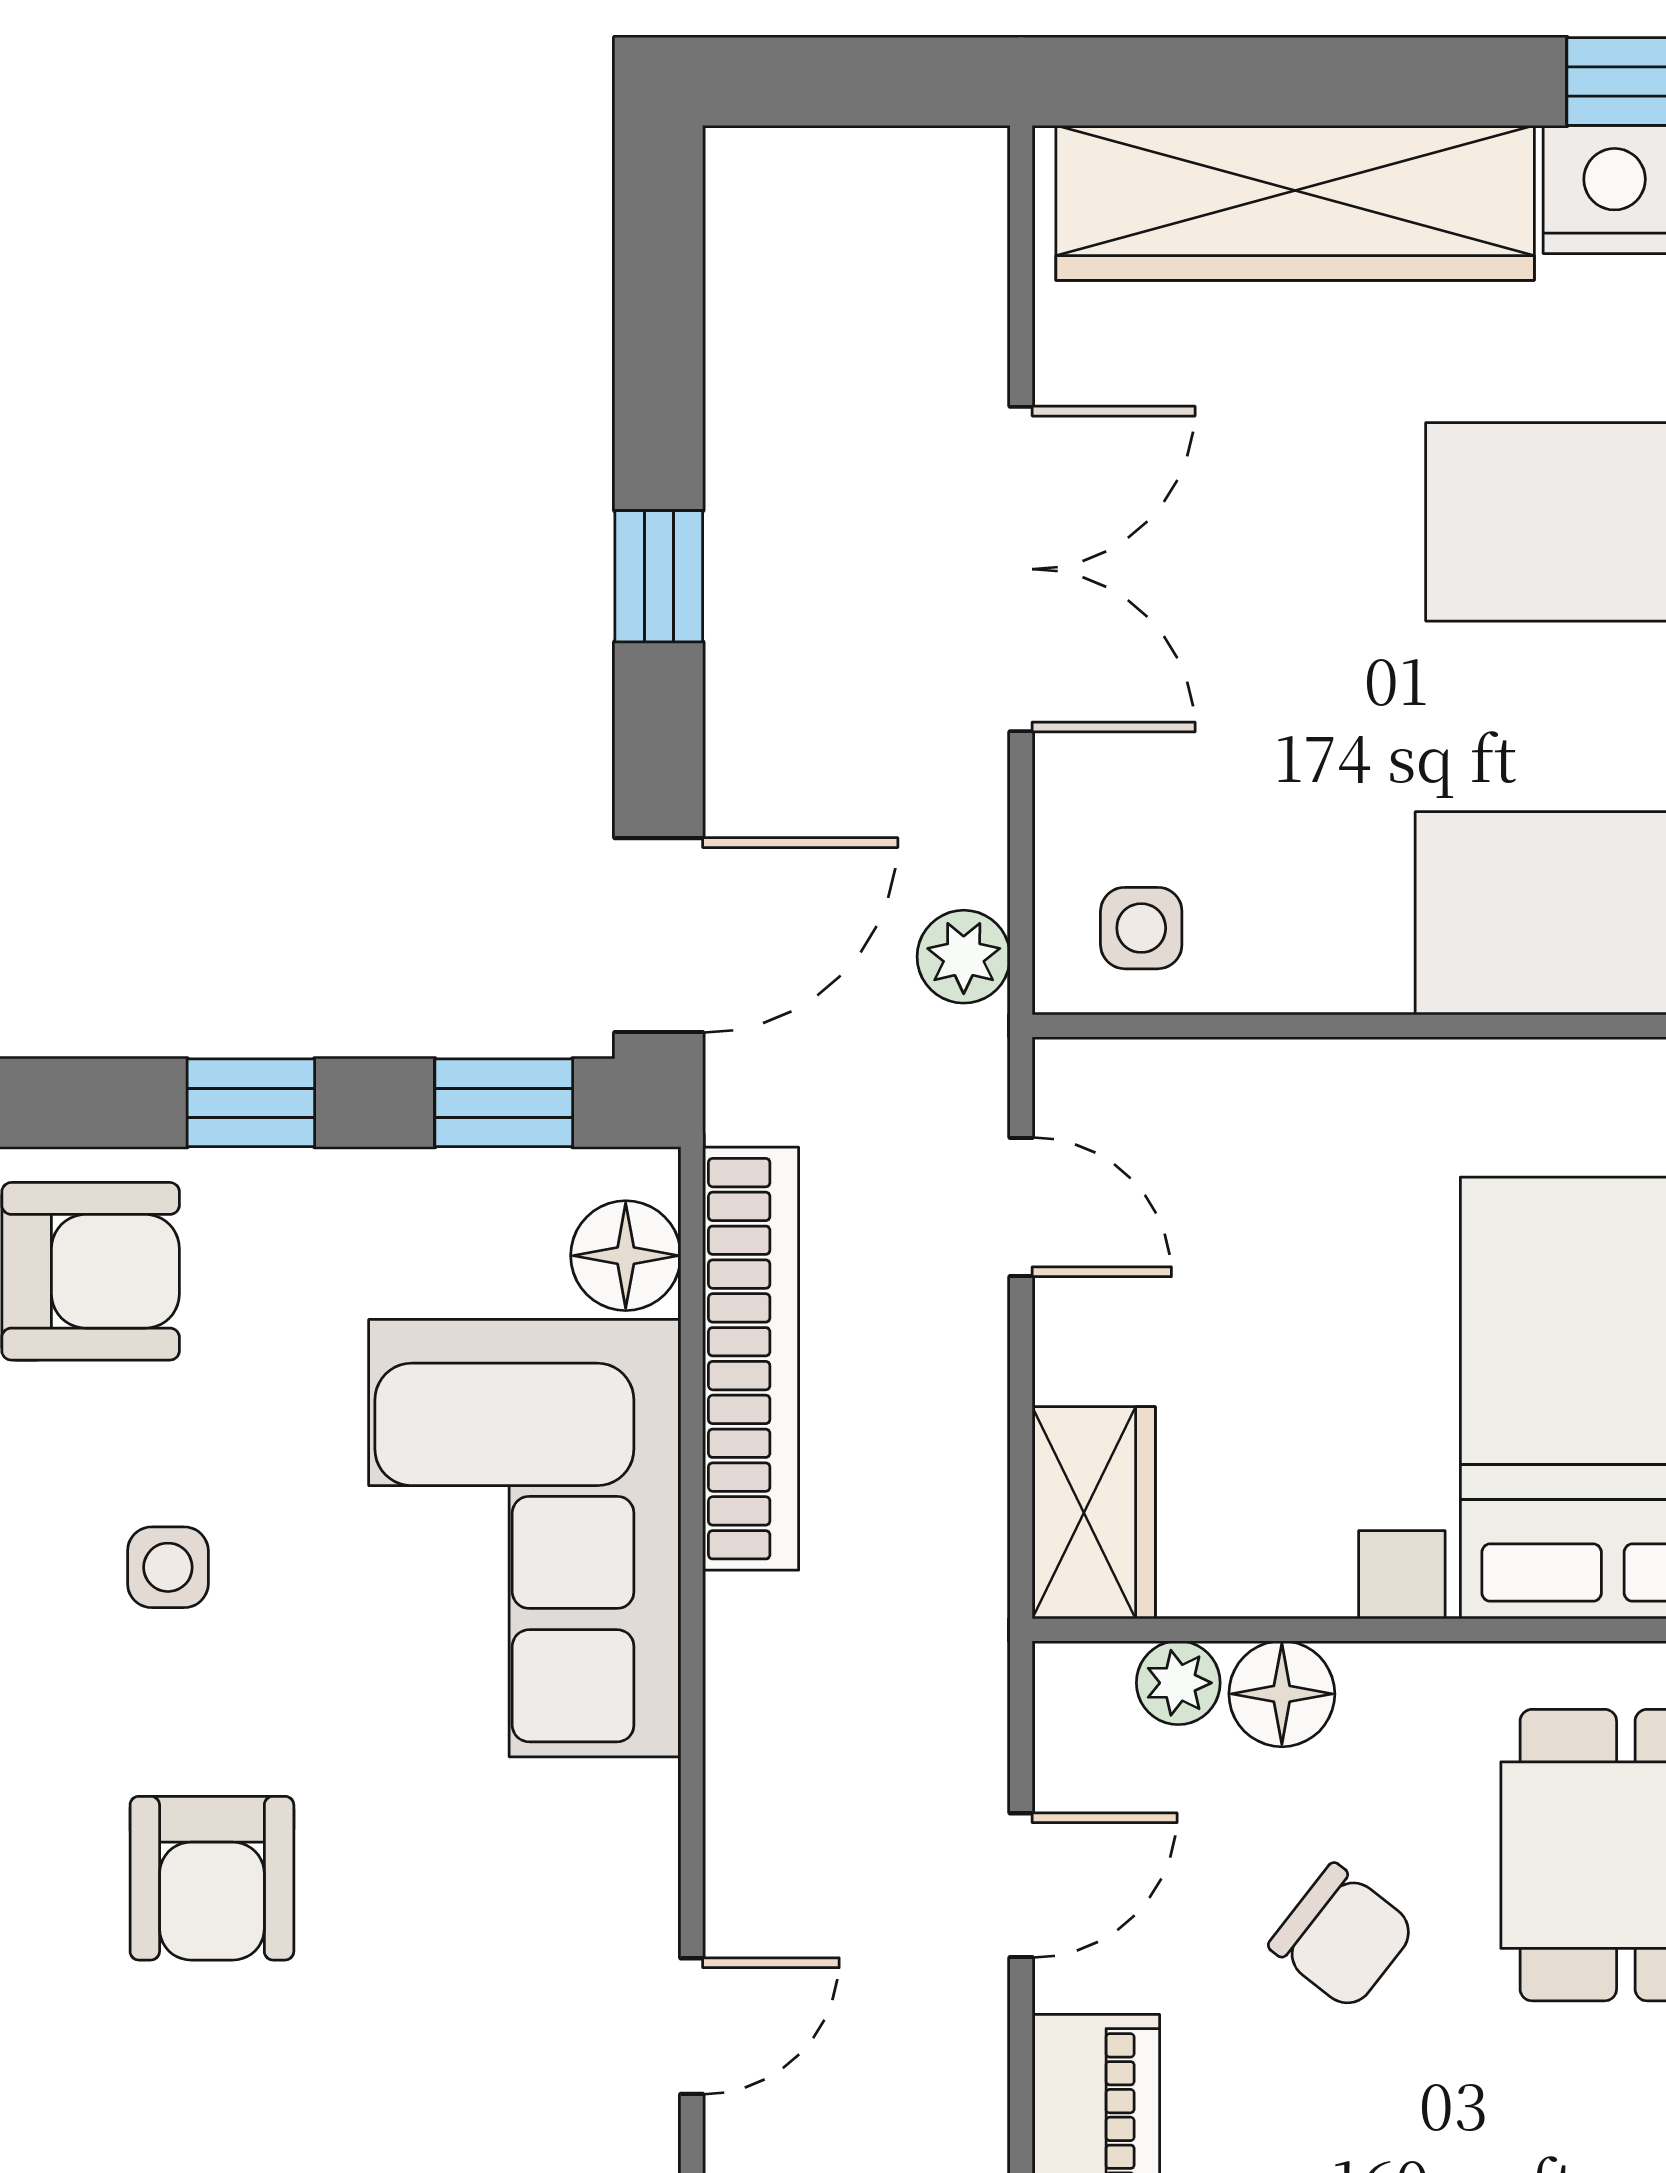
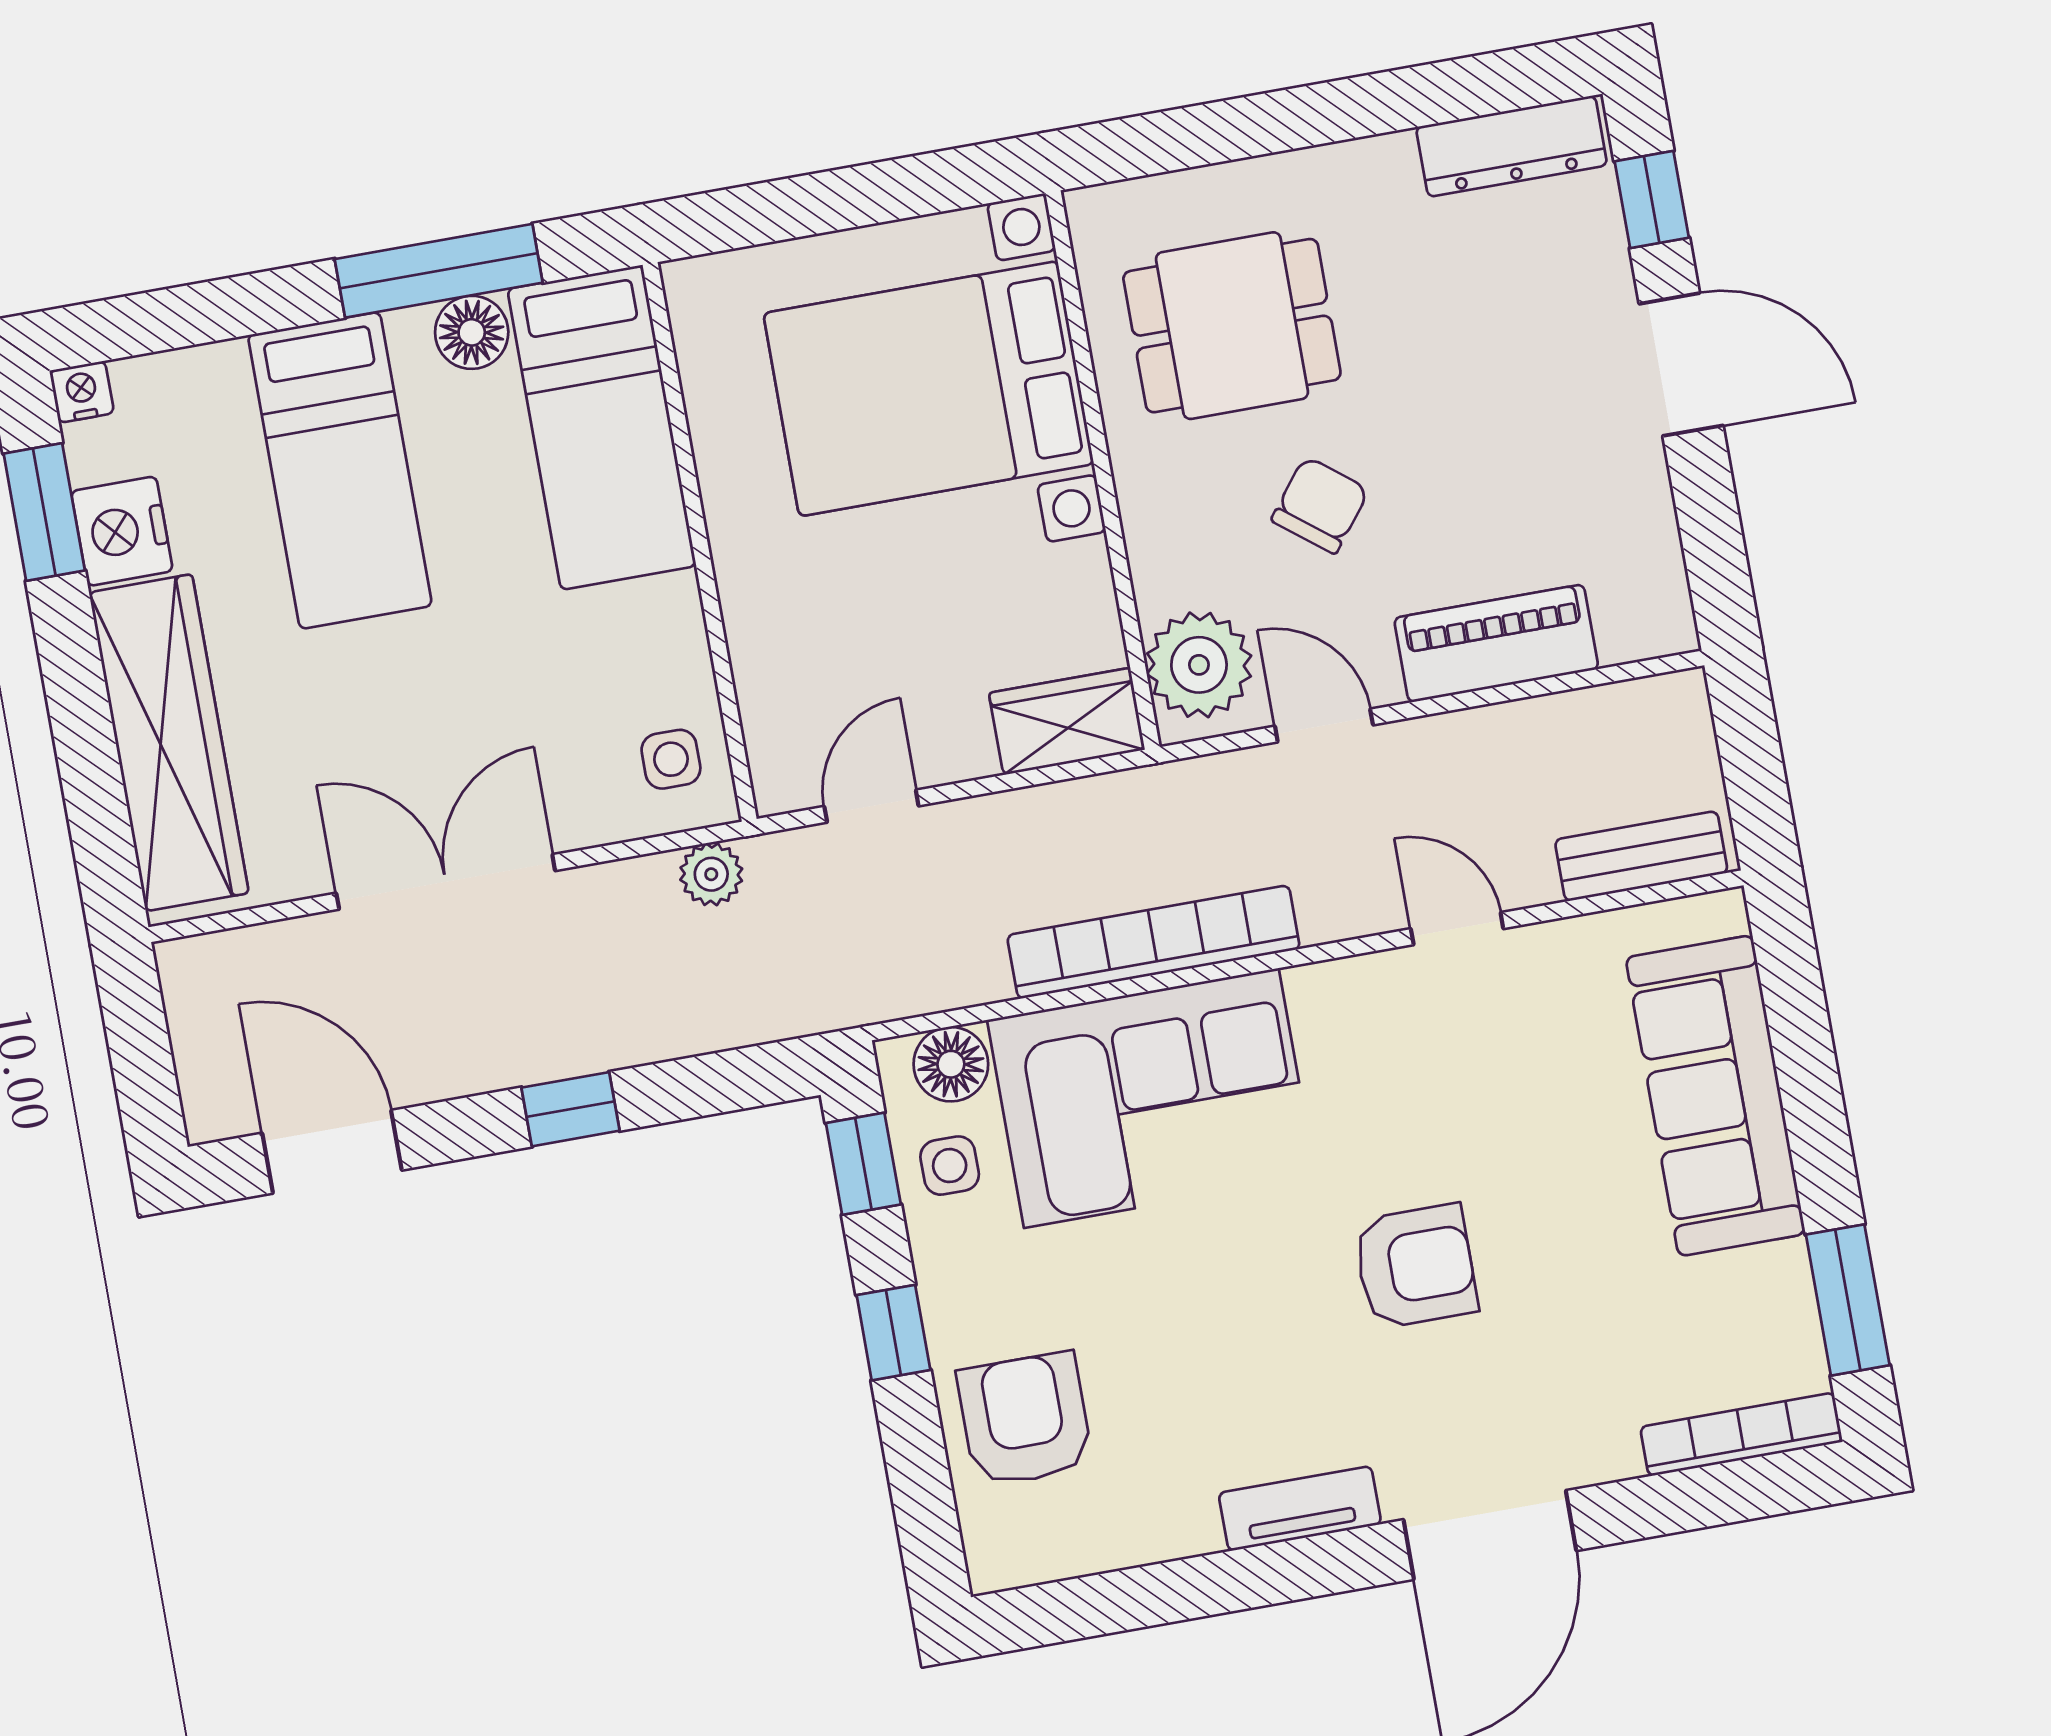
window: (659, 576) -> (570, 1109), moved
door: (659, 935) -> (332, 1152), moved
bookcase: (751, 1359) -> (1153, 942), moved
side table: (168, 1567) -> (950, 1166), moved
plant: (1178, 1683) -> (1199, 665), width x1.88, depth x1.88
floor lamp: (1282, 1694) -> (1165, 574), removed

